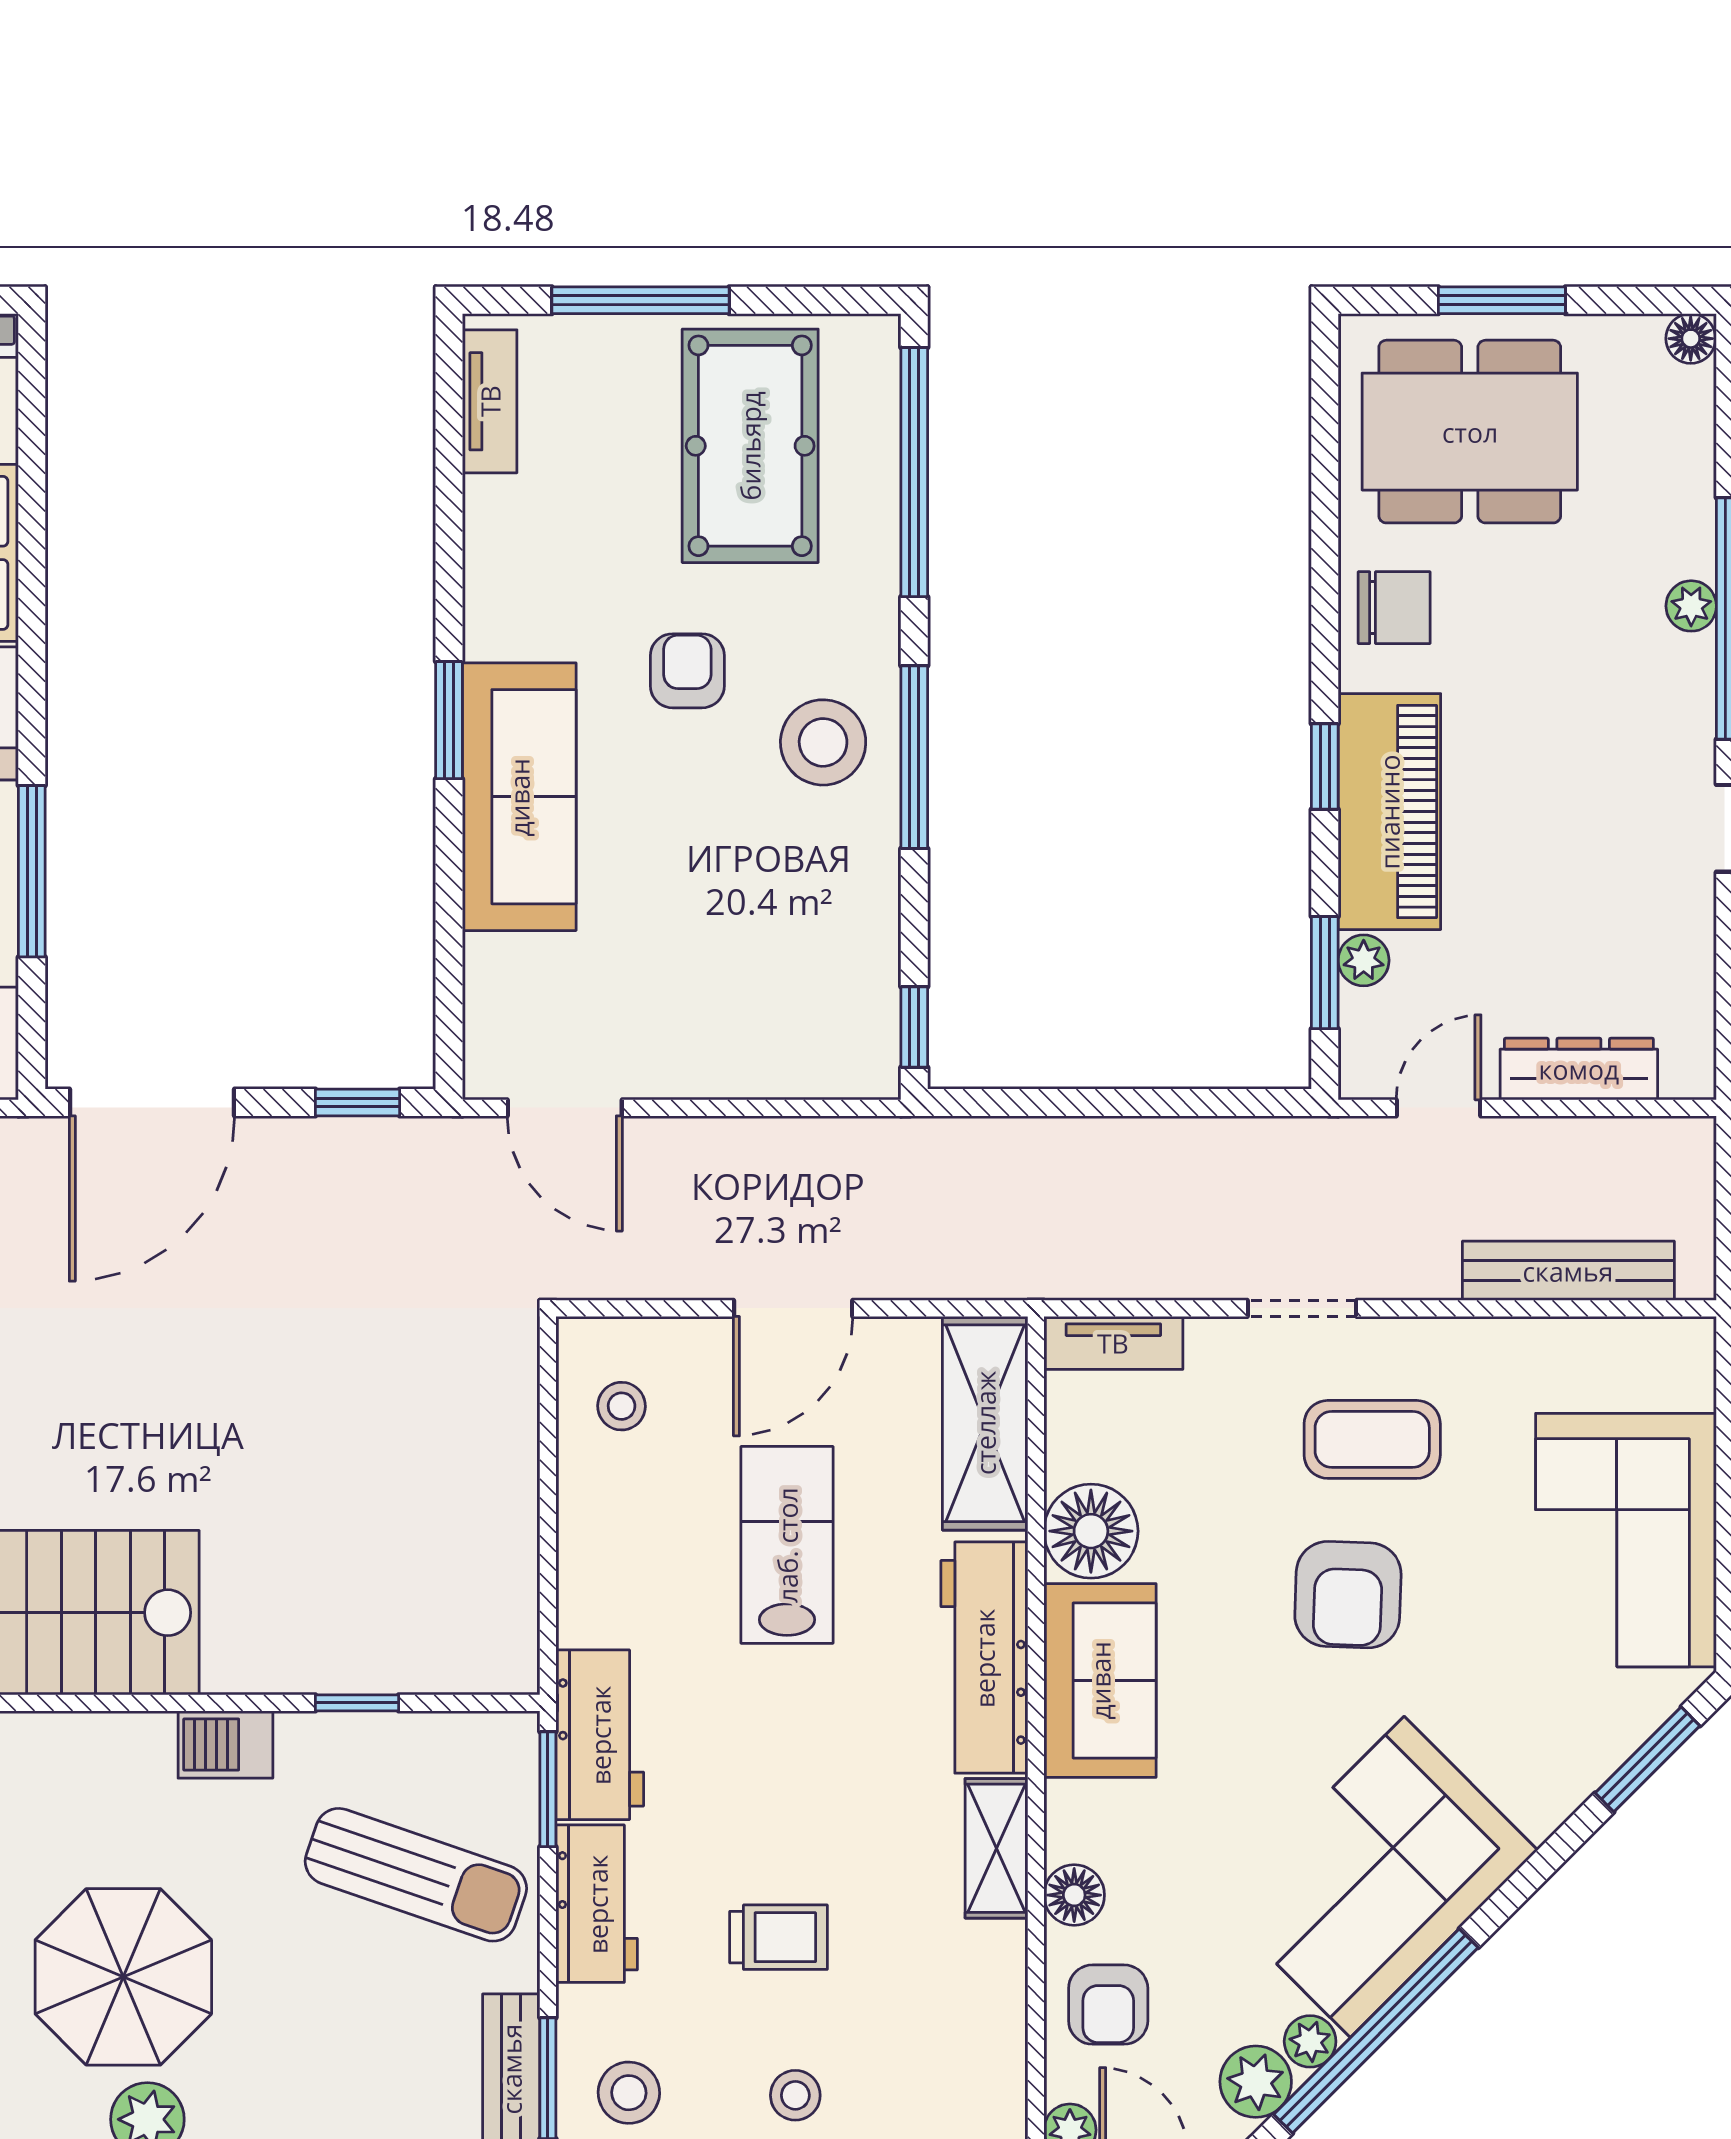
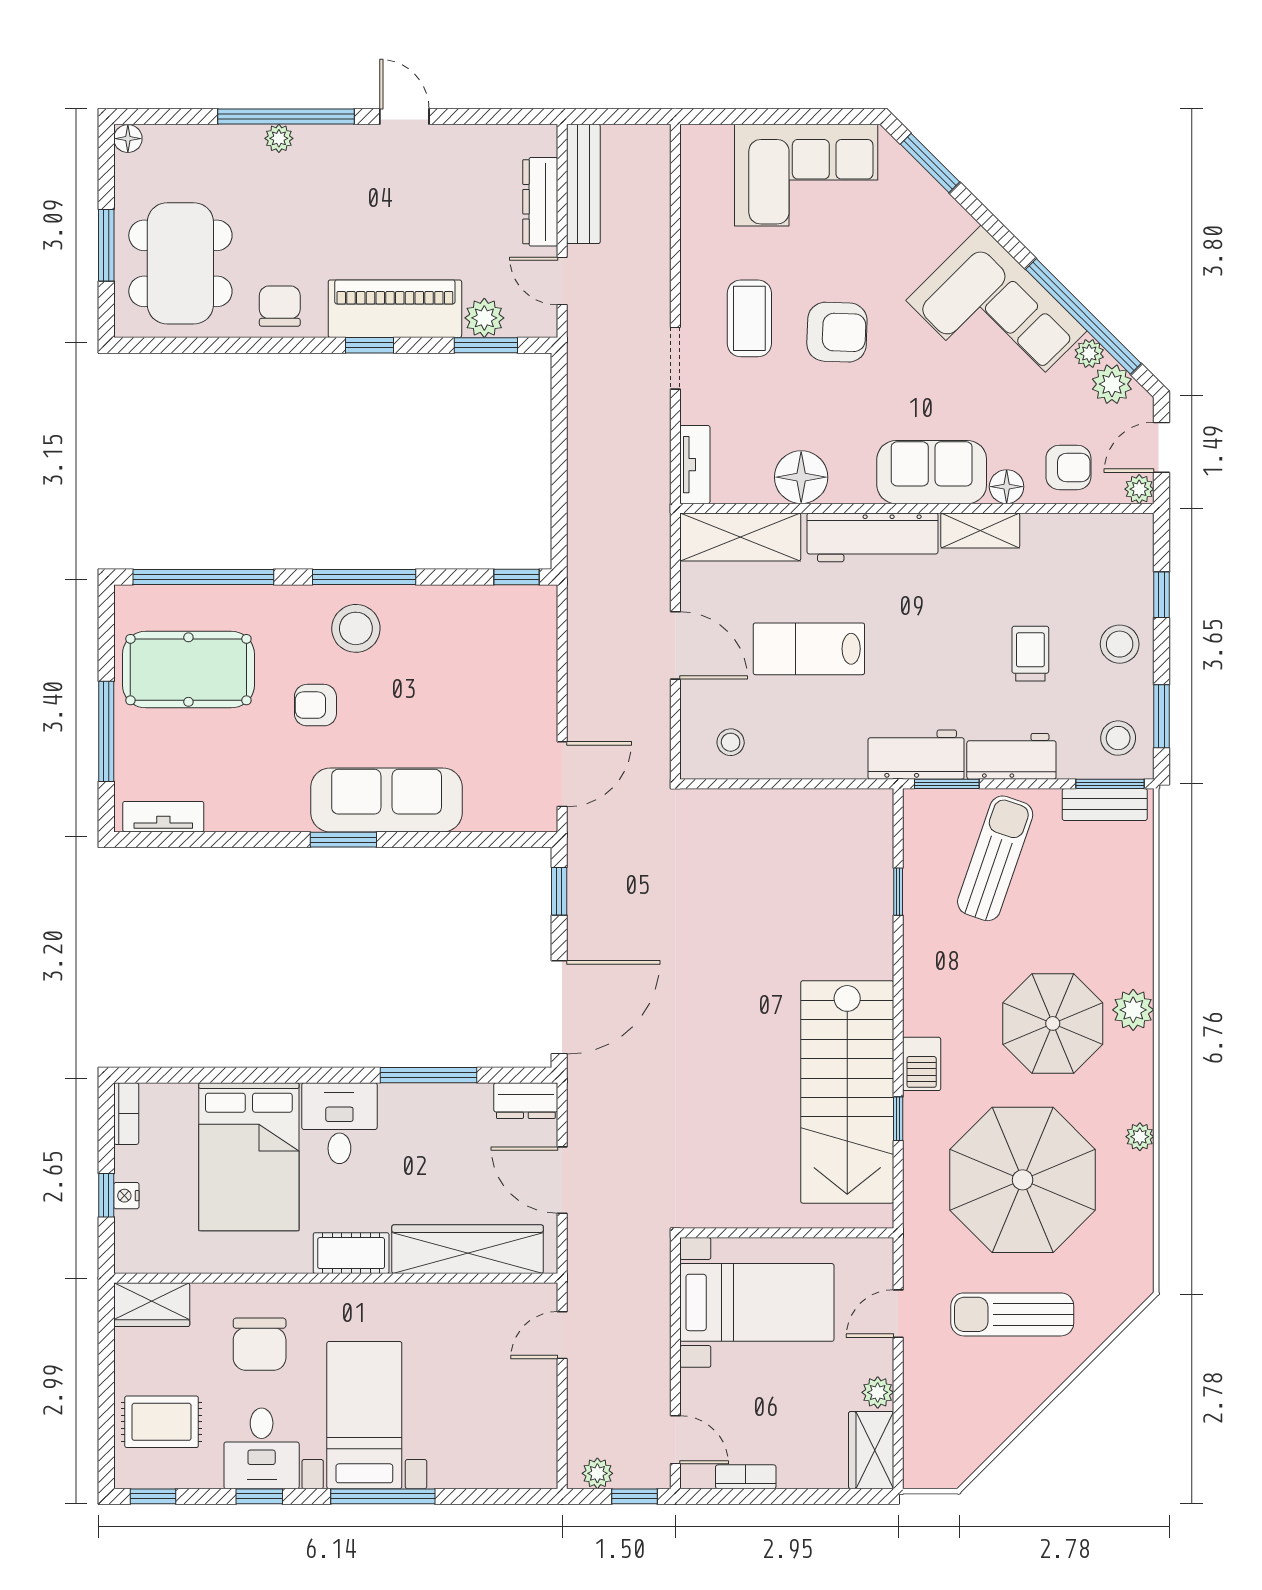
plant: (1364, 960) -> (484, 318), width x1.38, depth x1.38
door: (152, 1102) -> (559, 1007), hinge flipped
bench: (1568, 1271) -> (583, 184), moved
sofa: (1100, 1680) -> (932, 472), moved
barbecue: (225, 1745) -> (922, 1064), moved
stool: (795, 2095) -> (1120, 644), width x1.37, depth x1.37

